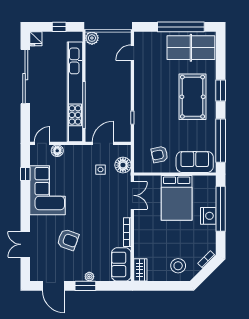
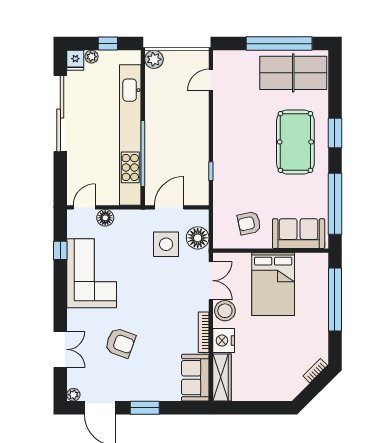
plant: (47, 36) -> (92, 57), added
side table: (100, 170) -> (166, 244), width x1.87, depth x1.87
nightstand: (208, 216) -> (224, 341), moved, turned 180
double door: (25, 244) -> (60, 349), swing flipped
stool: (178, 266) -> (225, 311), moved
wardrobe: (140, 270) -> (222, 378), width x1.50
plant: (89, 277) -> (73, 395), moved

